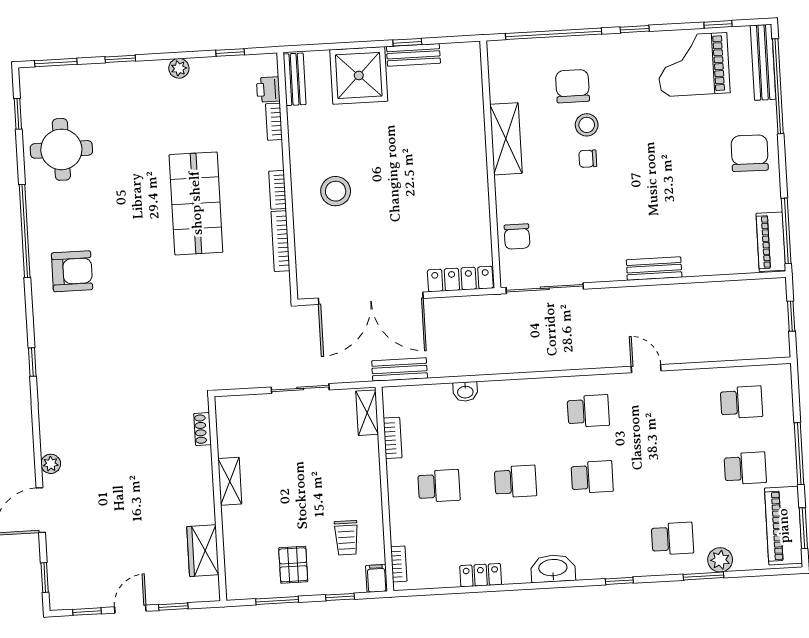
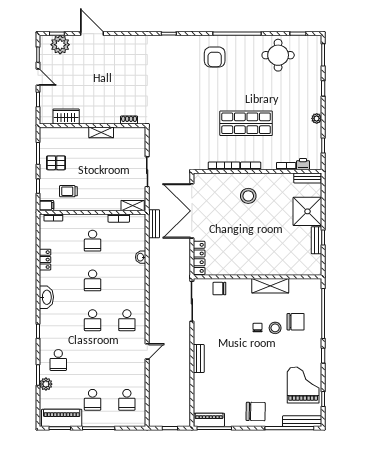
plant: (51, 464) -> (60, 45), moved, width x1.87, depth x1.87

